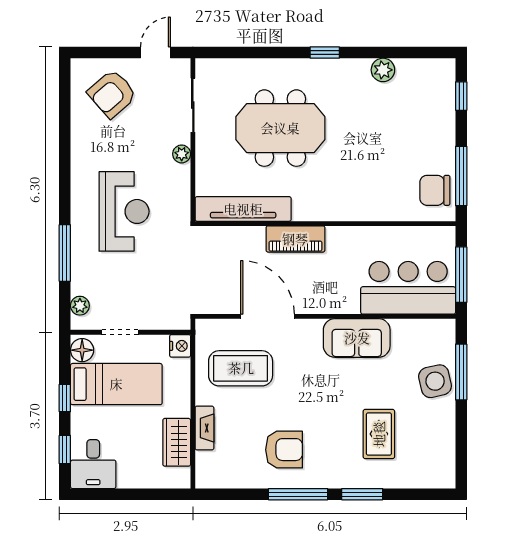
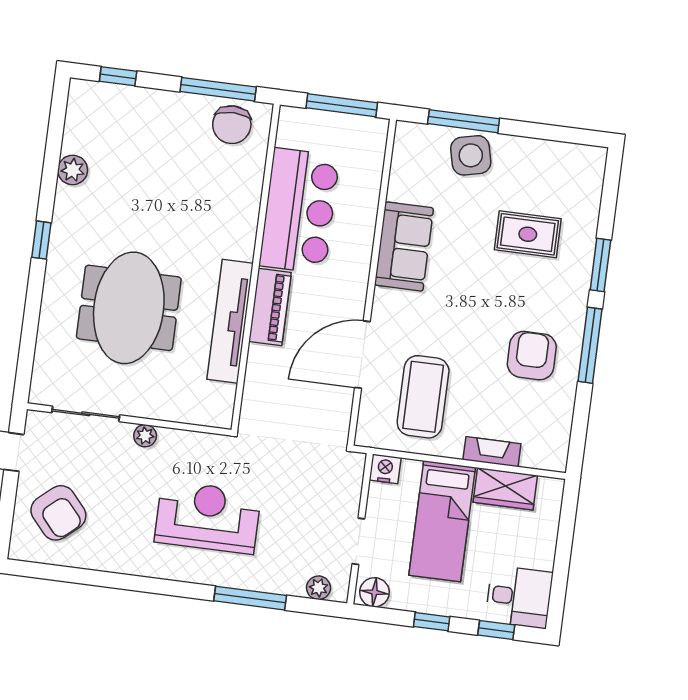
tv unit: (243, 209) -> (230, 321), moved
bar counter: (408, 288) -> (299, 211), moved, turned 180
bed: (116, 384) -> (442, 521), moved, turned 180

